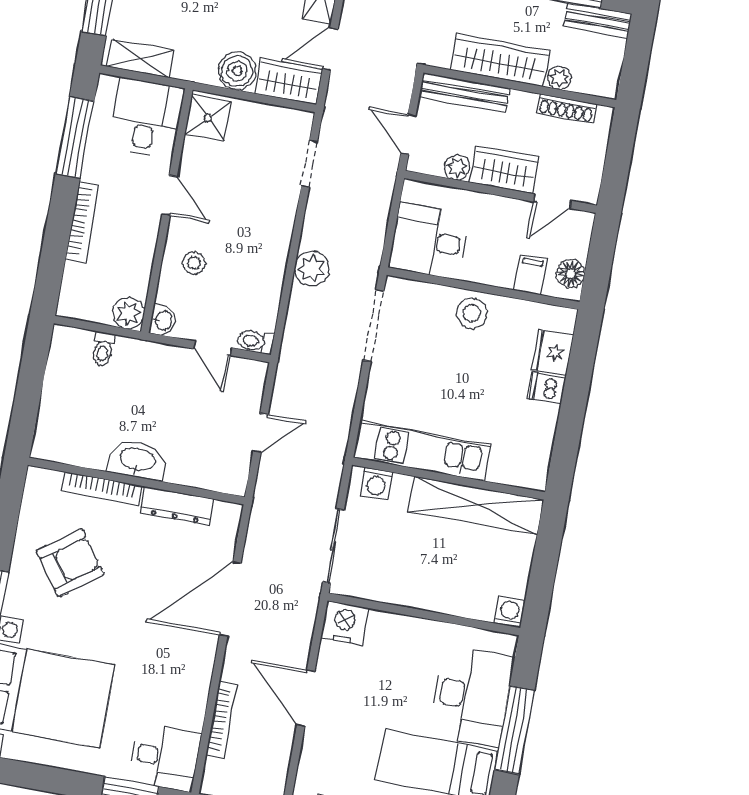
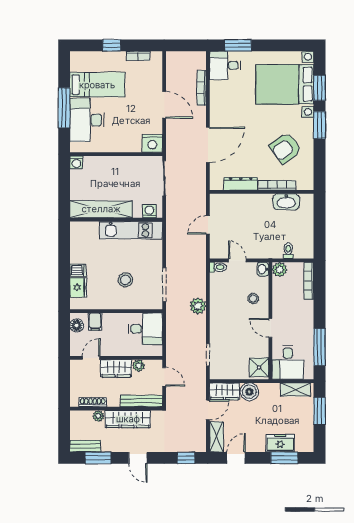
bookcase: (82, 221) -> (309, 281), moved
stool: (472, 313) -> (125, 280), moved
washbasin: (137, 460) -> (286, 202), moved

